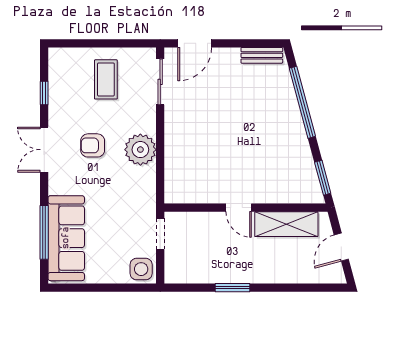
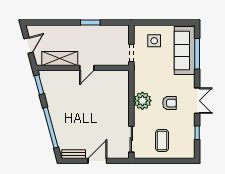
door: (195, 43) -> (97, 161), moved
door: (239, 208) -> (87, 68), swing flipped
side table: (141, 269) -> (154, 41), moved

